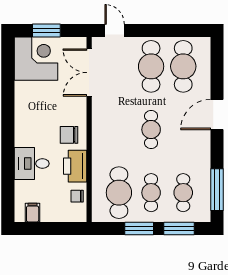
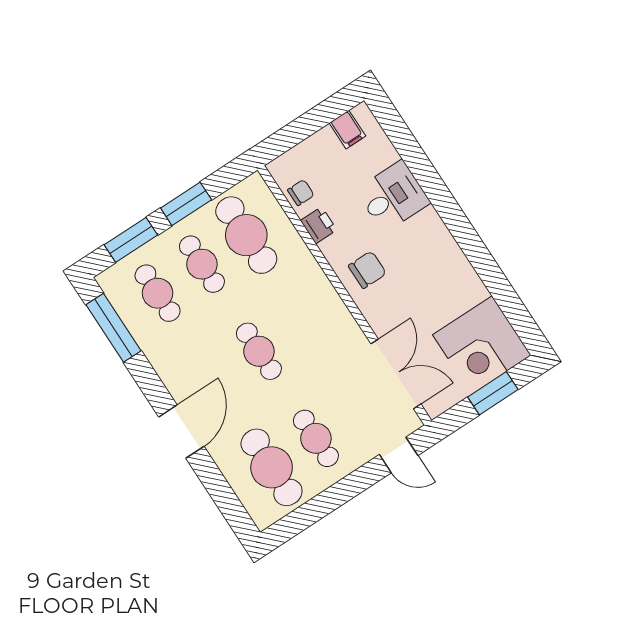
cafe table: (151, 66) -> (316, 438), width x0.73, depth x0.74
printer: (75, 166) -> (319, 225), width x0.53, depth x0.68

